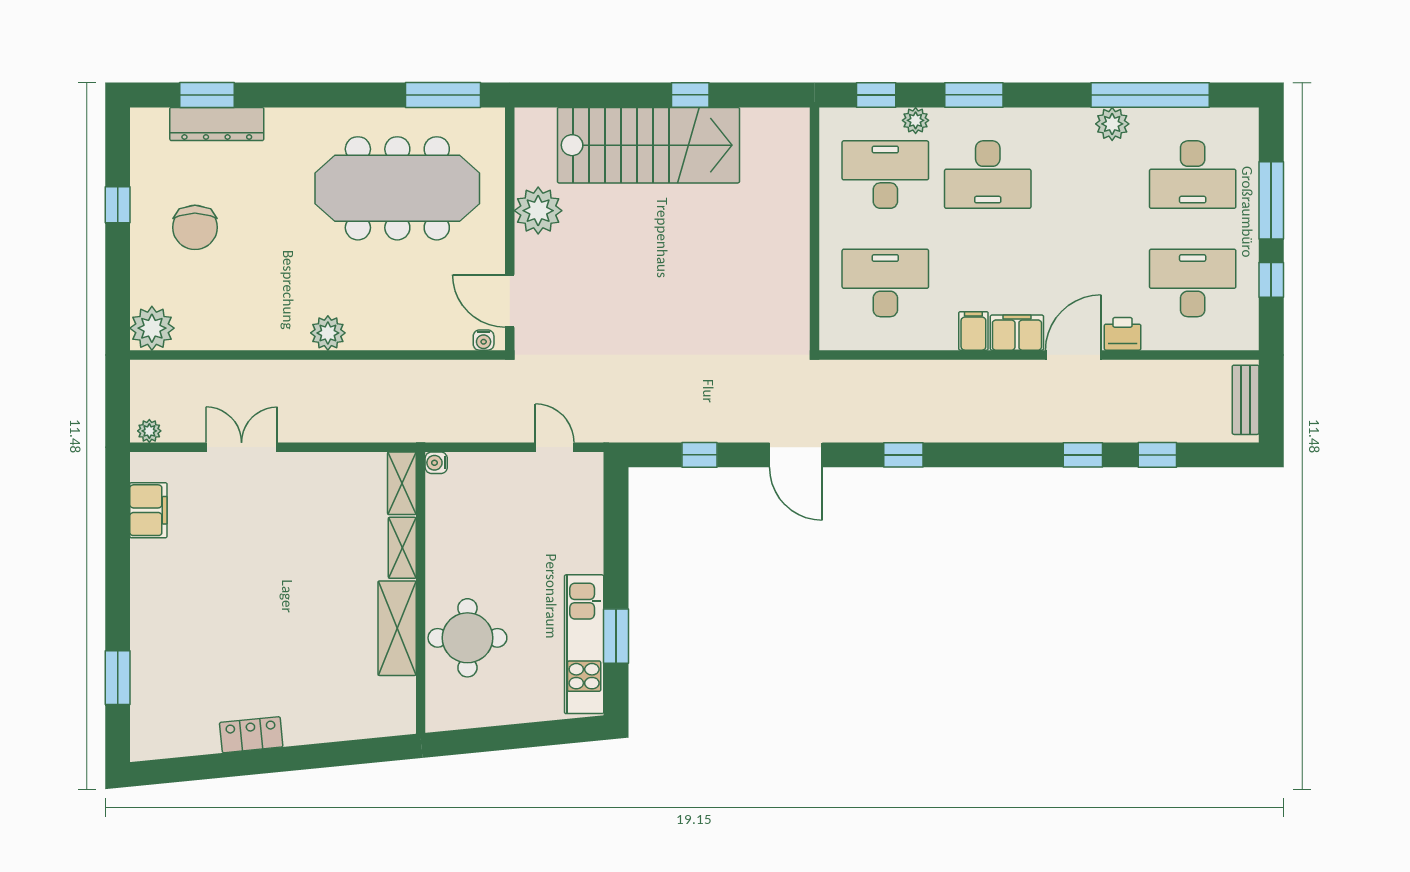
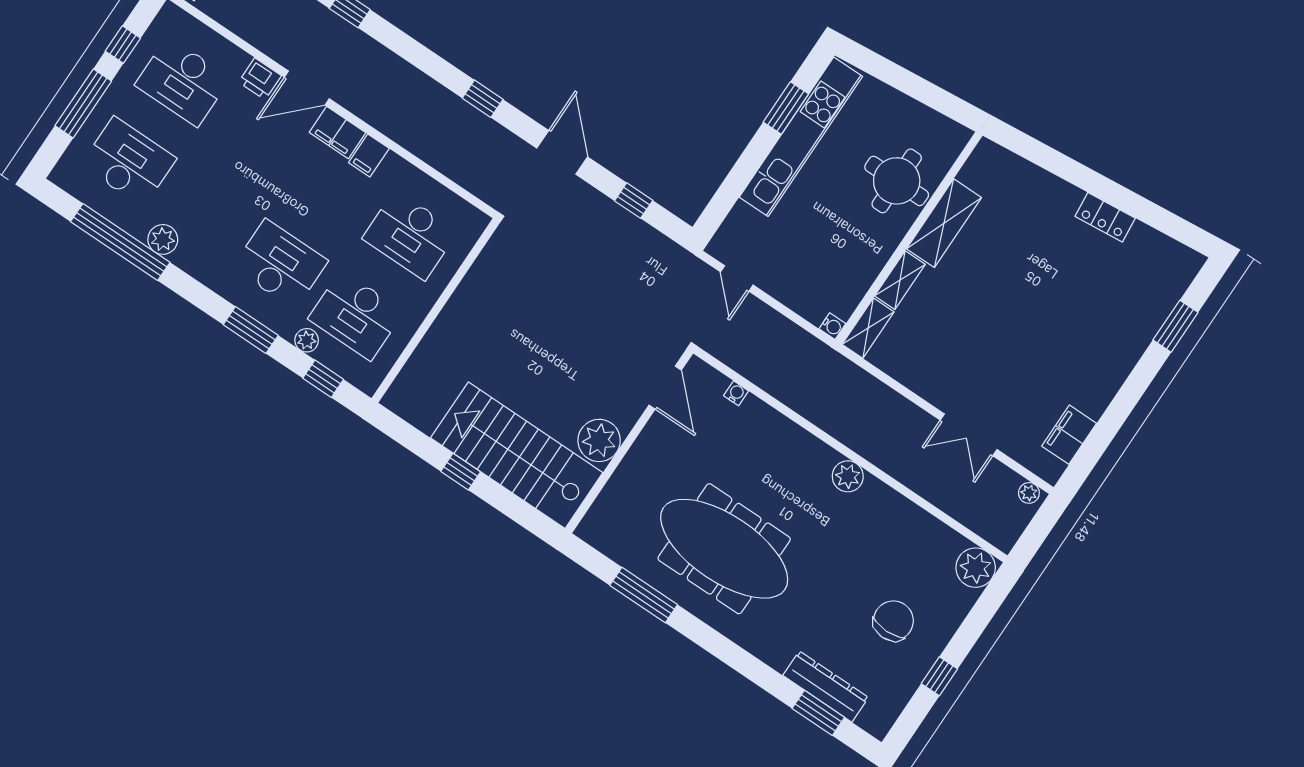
plant: (538, 211) -> (599, 440), moved
wall: (510, 229) -> (629, 441), moved
door: (510, 301) -> (665, 388), moved
kitchen unit: (584, 644) -> (801, 137), width x1.36

